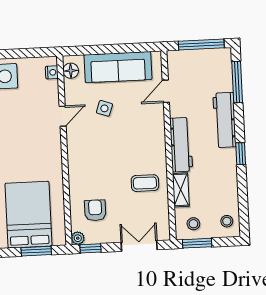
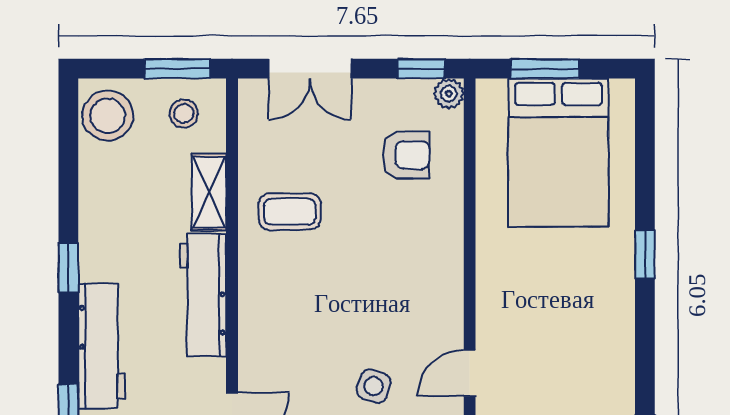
armchair: (95, 210) -> (406, 155), turned -90
stool: (227, 221) -> (108, 116), width x1.89, depth x1.89

